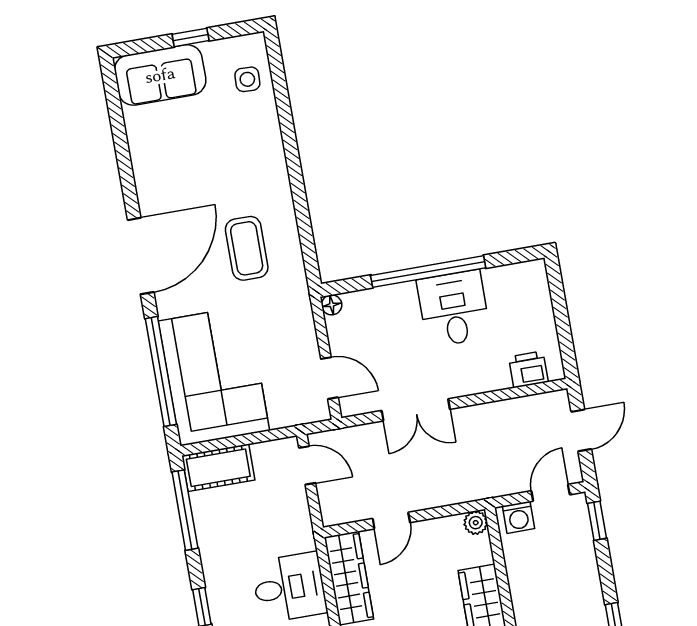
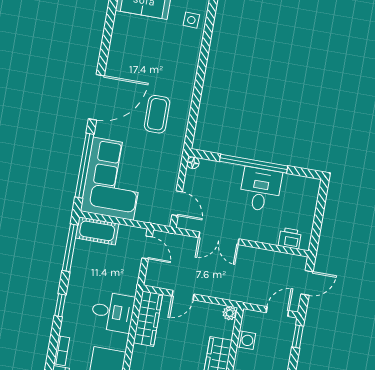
washing machine: (519, 517) -> (246, 340), moved, turned -90

